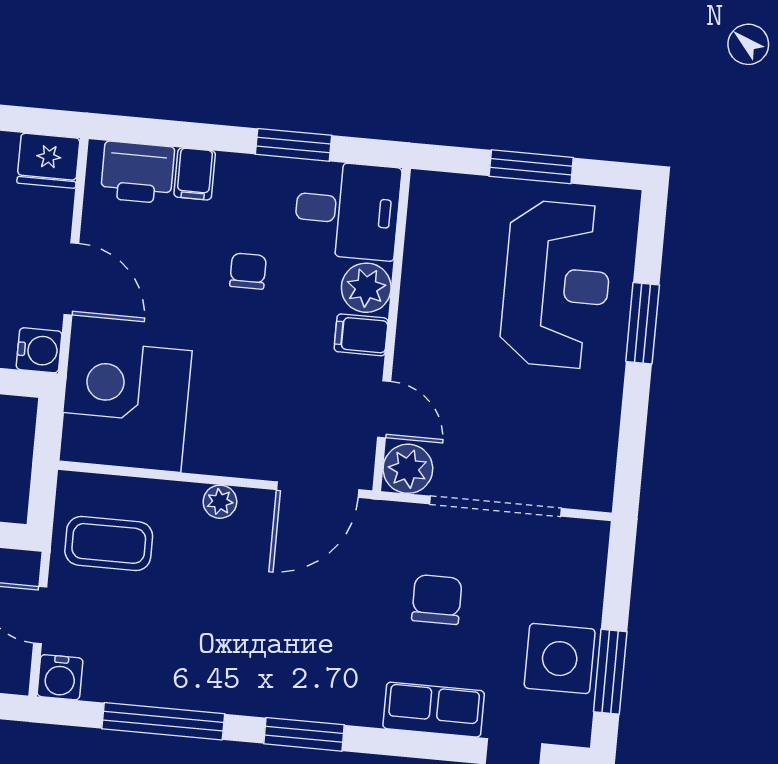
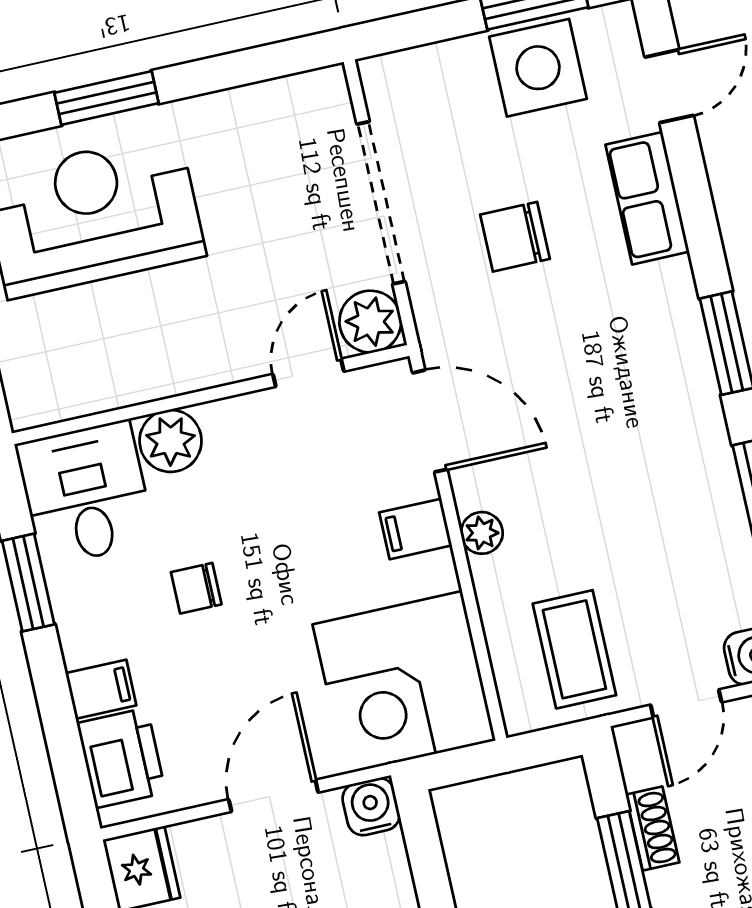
filing cabinet: (361, 335) -> (416, 529), moved, turned 90

